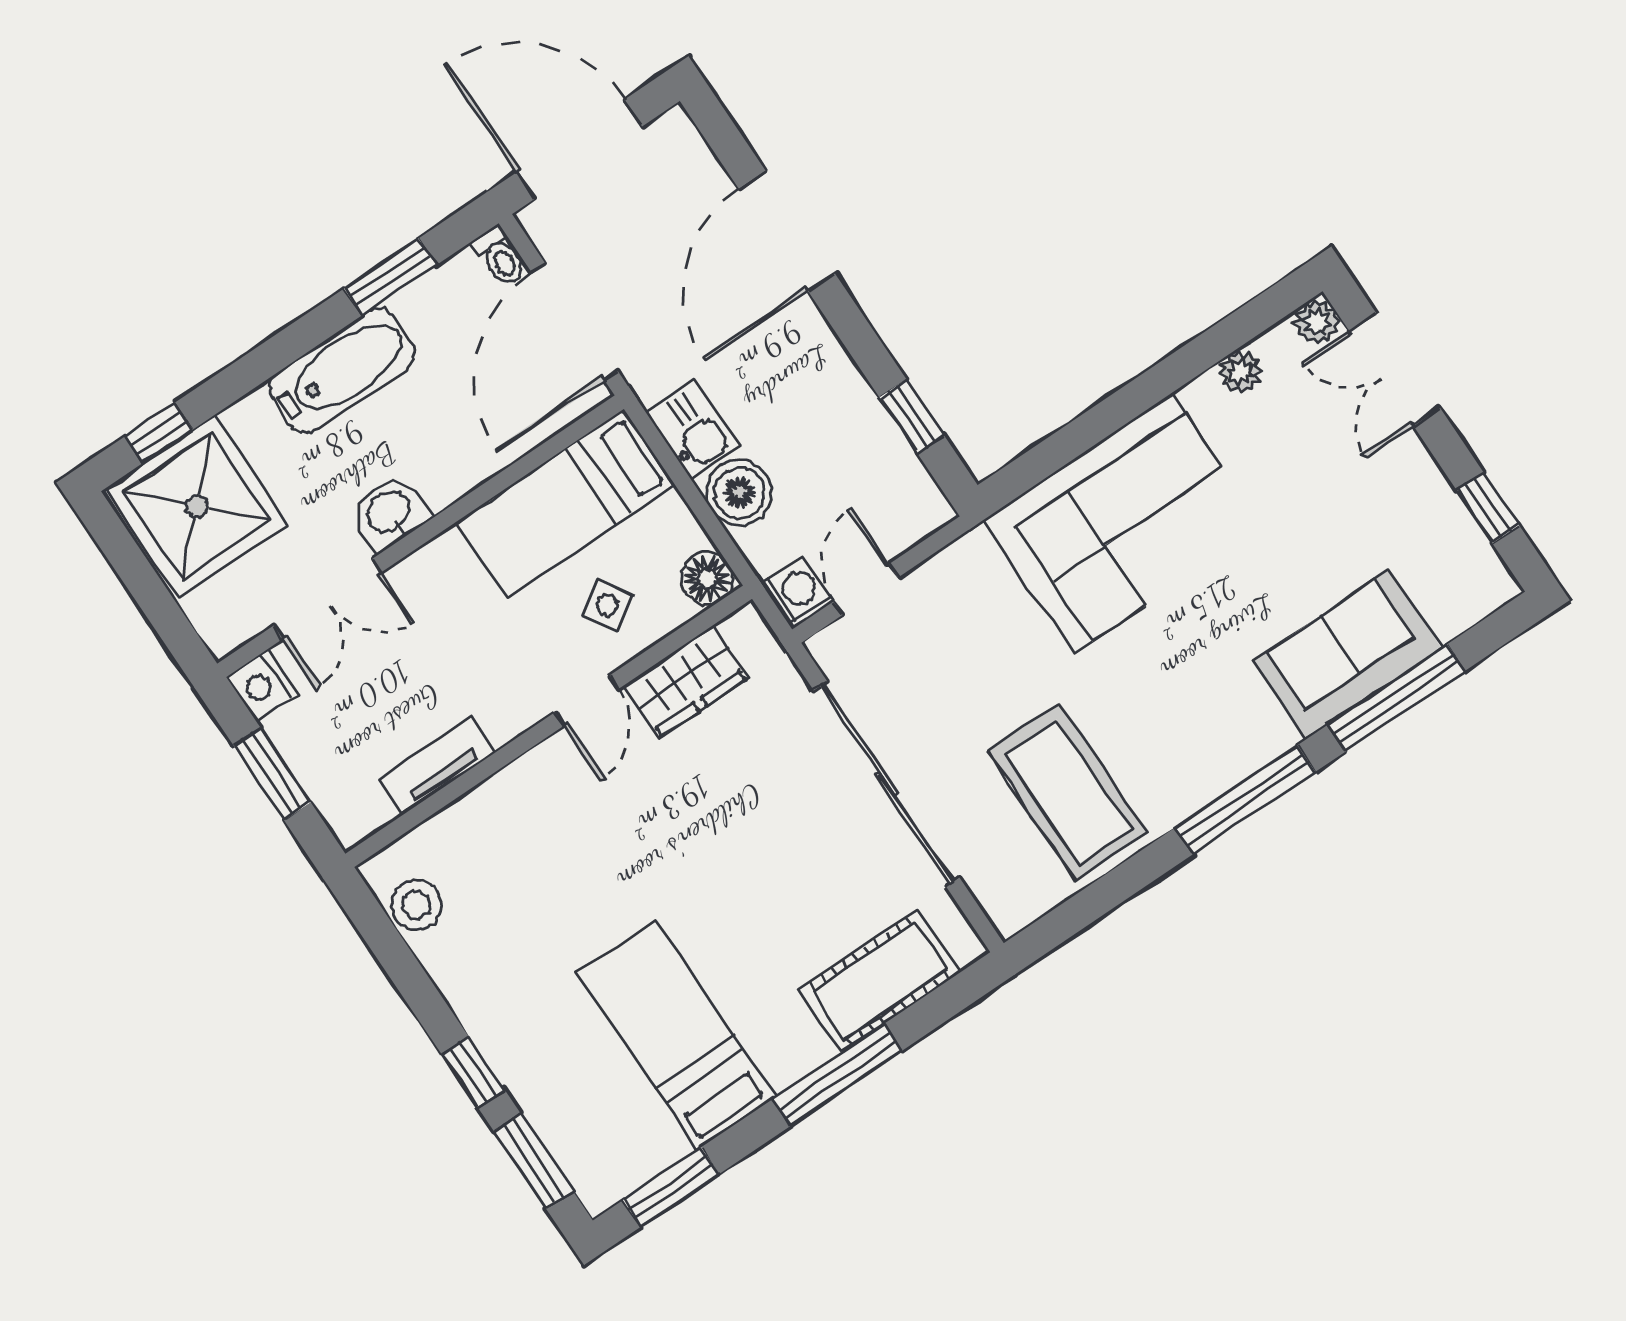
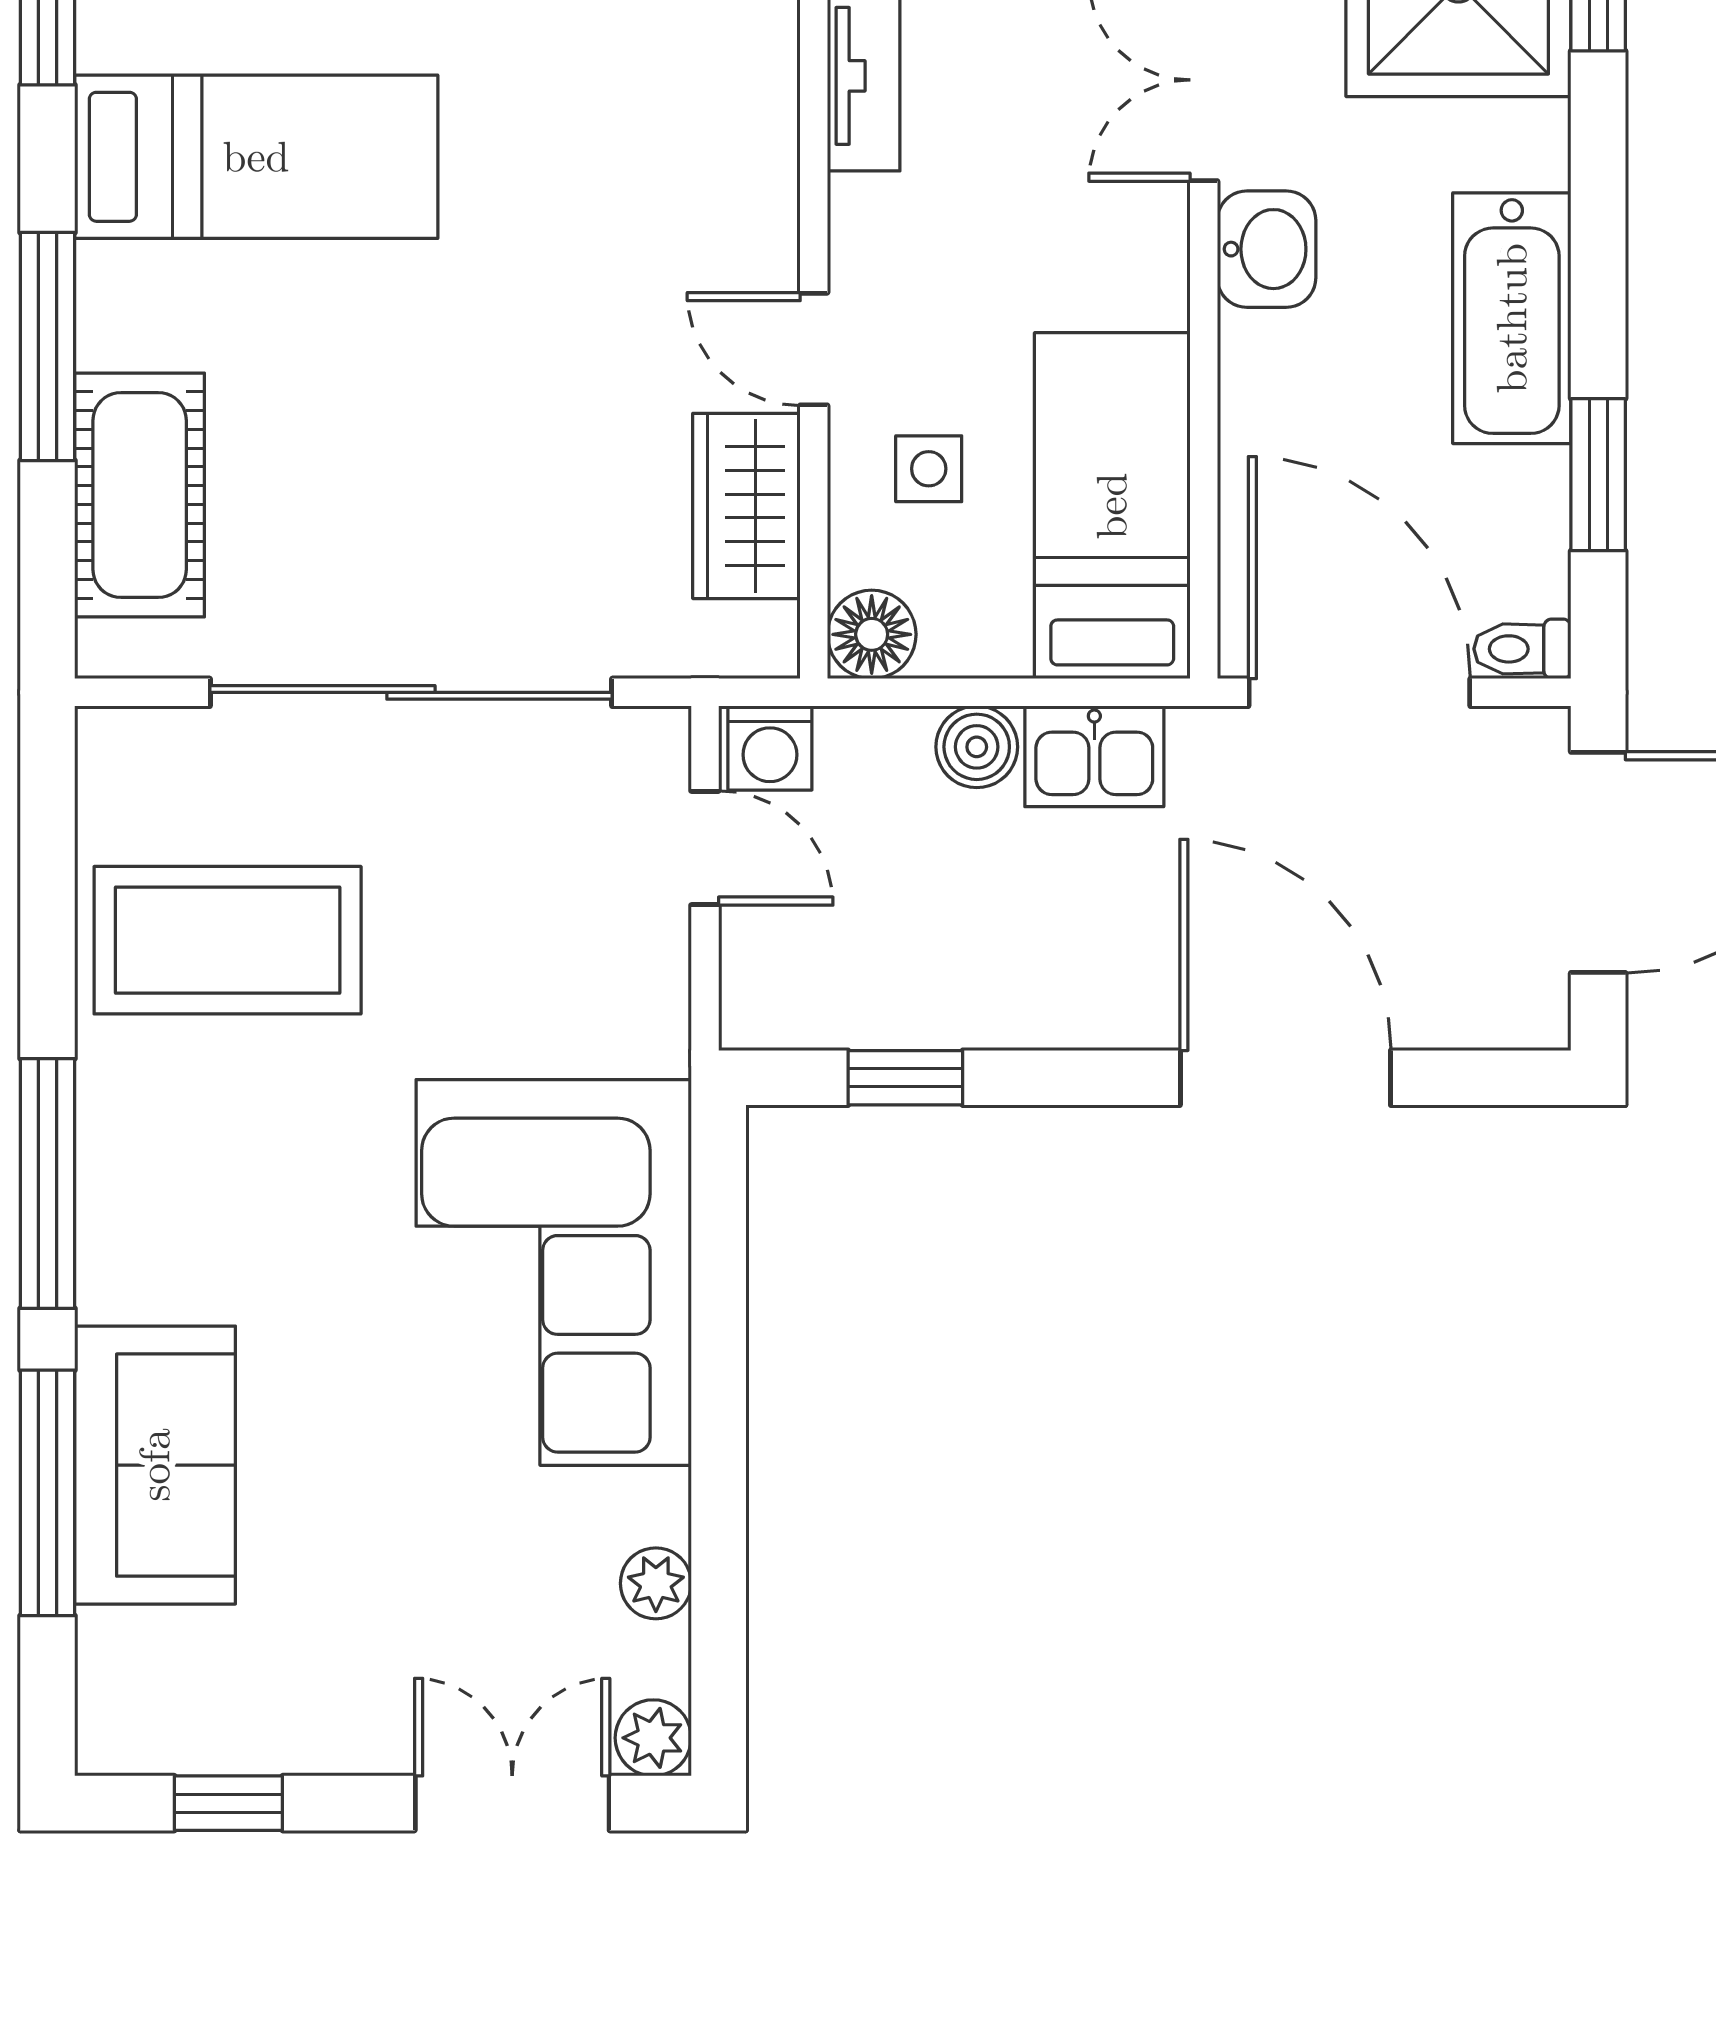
boiler: (739, 493) -> (977, 747), width x0.73, depth x0.73
side table: (607, 605) -> (929, 469), turned 31

